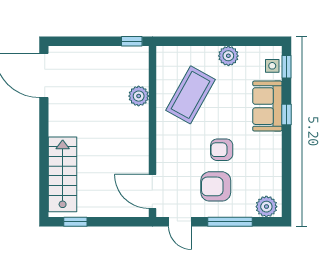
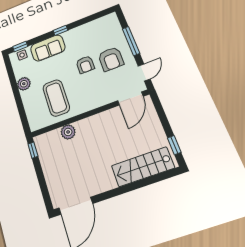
coffee table: (191, 95) -> (56, 98), turned 61
window: (286, 115) -> (60, 30), moved
plant: (266, 207) -> (112, 23), removed

